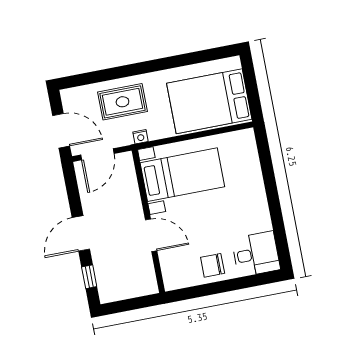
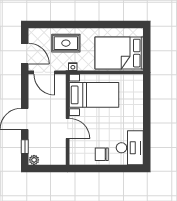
door: (97, 154) -> (44, 72), hinge flipped
desk: (256, 254) -> (130, 148), width x1.37
plant: (108, 295) -> (34, 160), added

